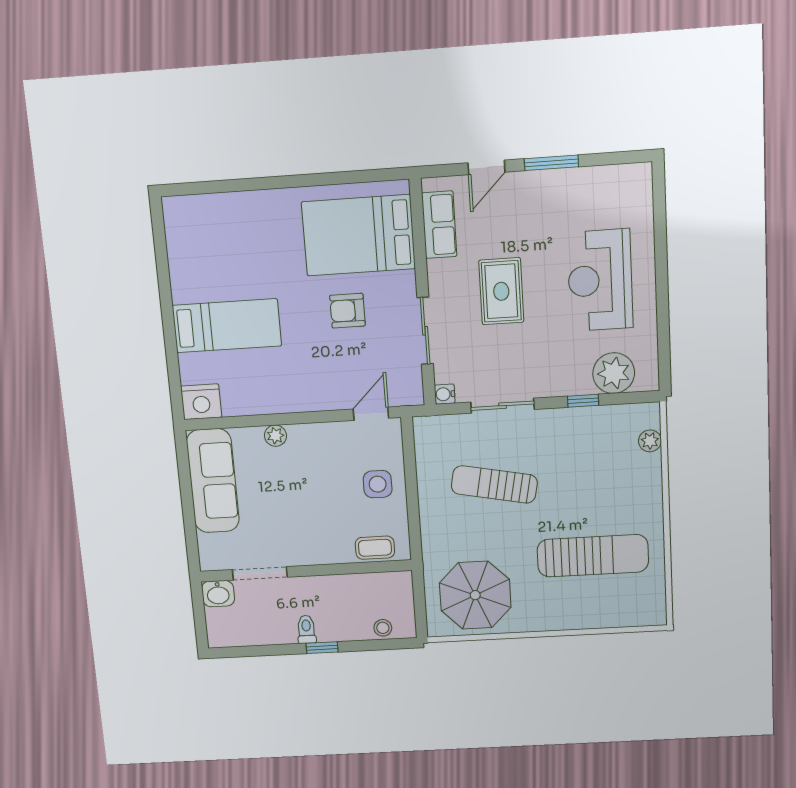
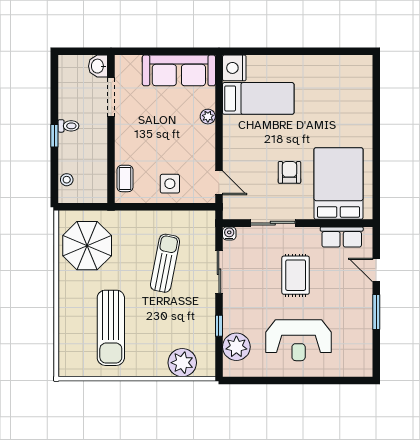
reception desk: (600, 280) -> (299, 340), turned 180
rug: (501, 291) -> (296, 275), turned 90
bed: (227, 326) -> (258, 98), moved, turned -90
plant: (650, 441) -> (182, 363), width x1.88, depth x1.88

